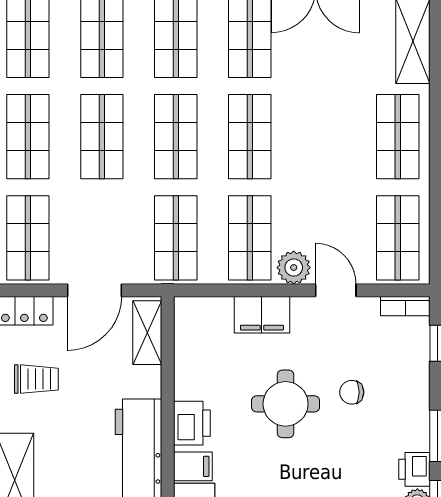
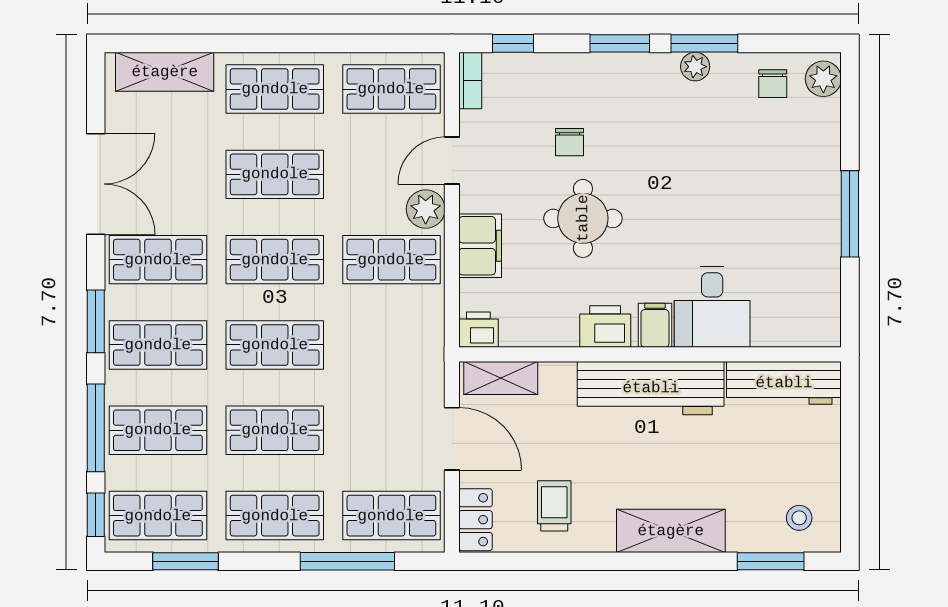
shop shelf: (176, 238) -> (275, 174), moved
printer: (414, 469) -> (478, 330), moved, turned 180

